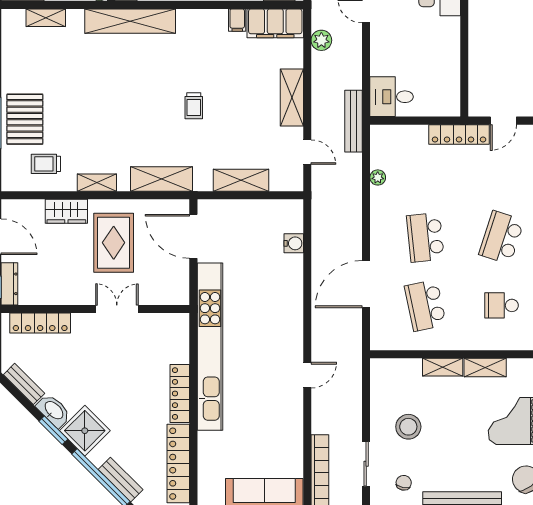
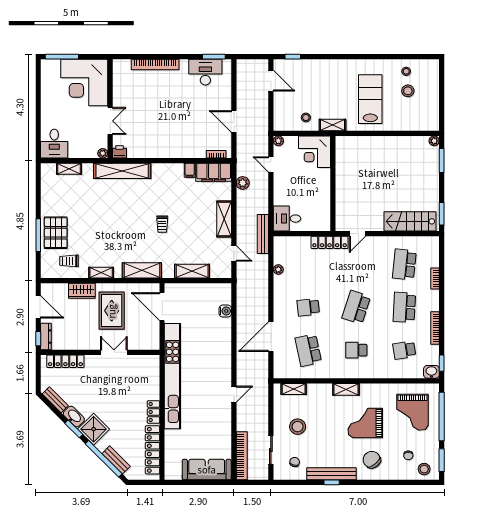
school desk: (425, 237) -> (308, 307), width x0.54
shelving: (443, 367) -> (294, 389), moved
locker: (180, 394) -> (153, 412), width x0.66

